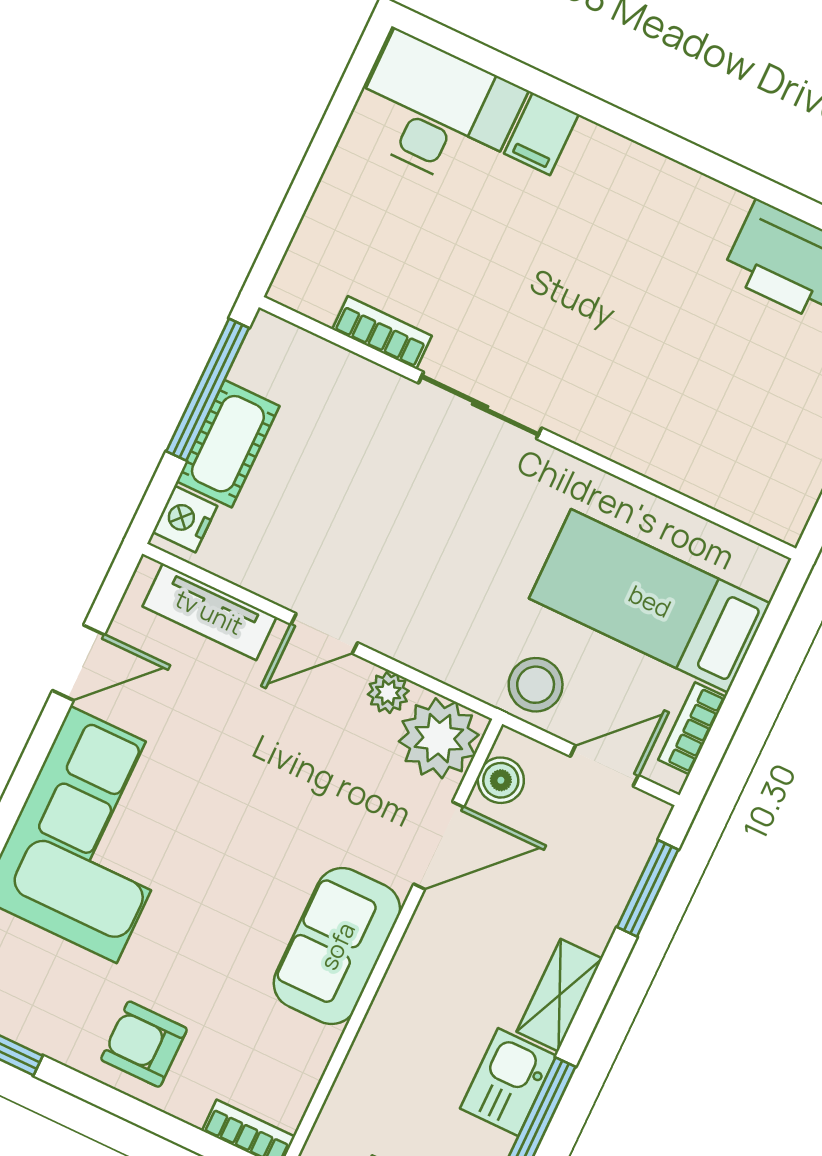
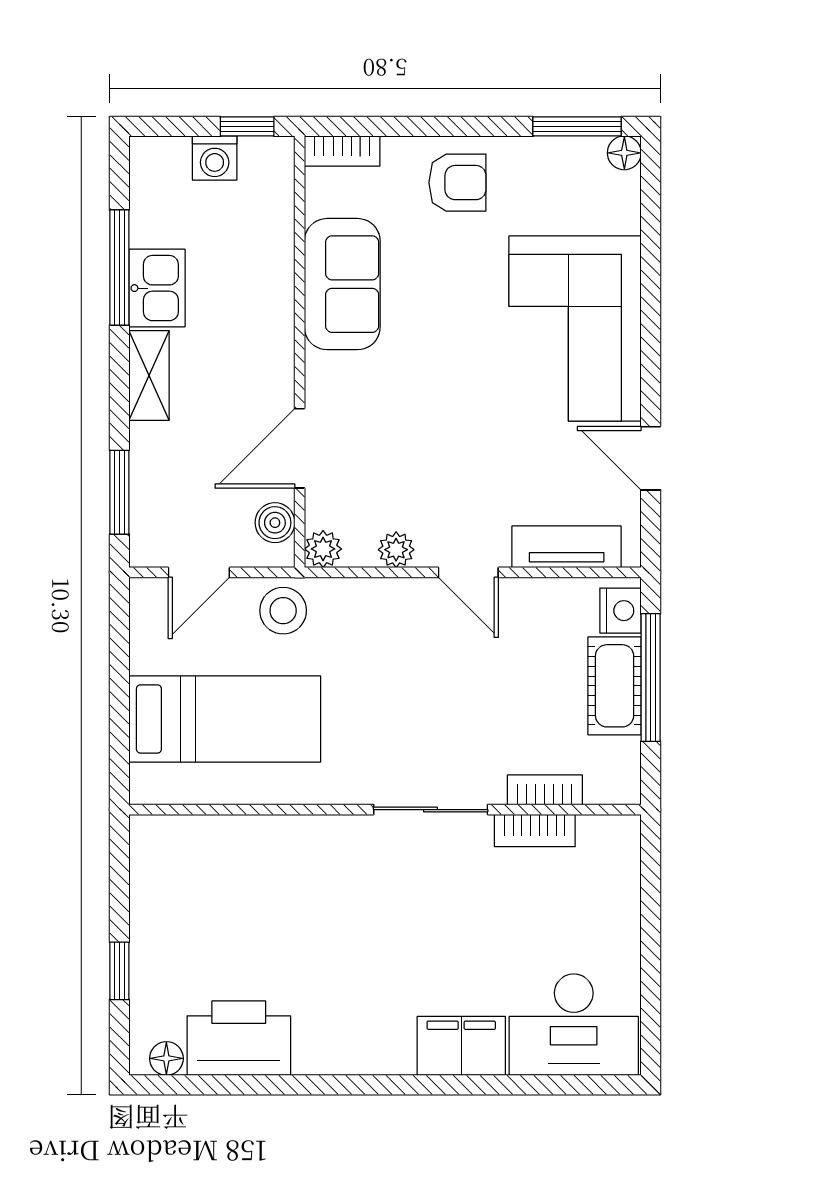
filing cabinet: (541, 134) -> (461, 1046), width x2.00
window: (208, 390) -> (651, 677), moved
door: (324, 634) -> (468, 572), swing flipped
door: (79, 663) -> (651, 458), hinge flipped
bookcase: (692, 728) -> (545, 790), moved, turned -90
plant: (439, 738) -> (323, 549), width x0.53, depth x0.53
sofa: (337, 946) -> (342, 284), moved

